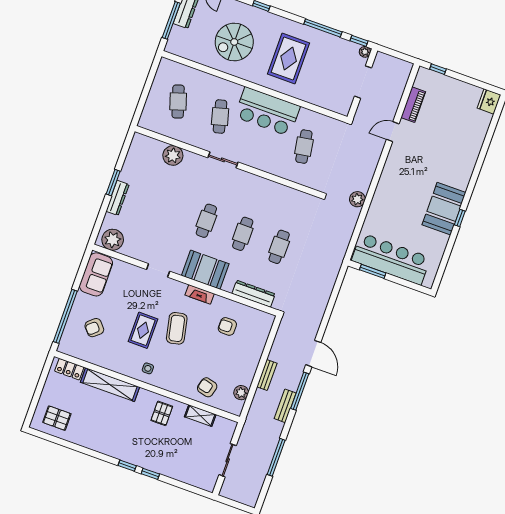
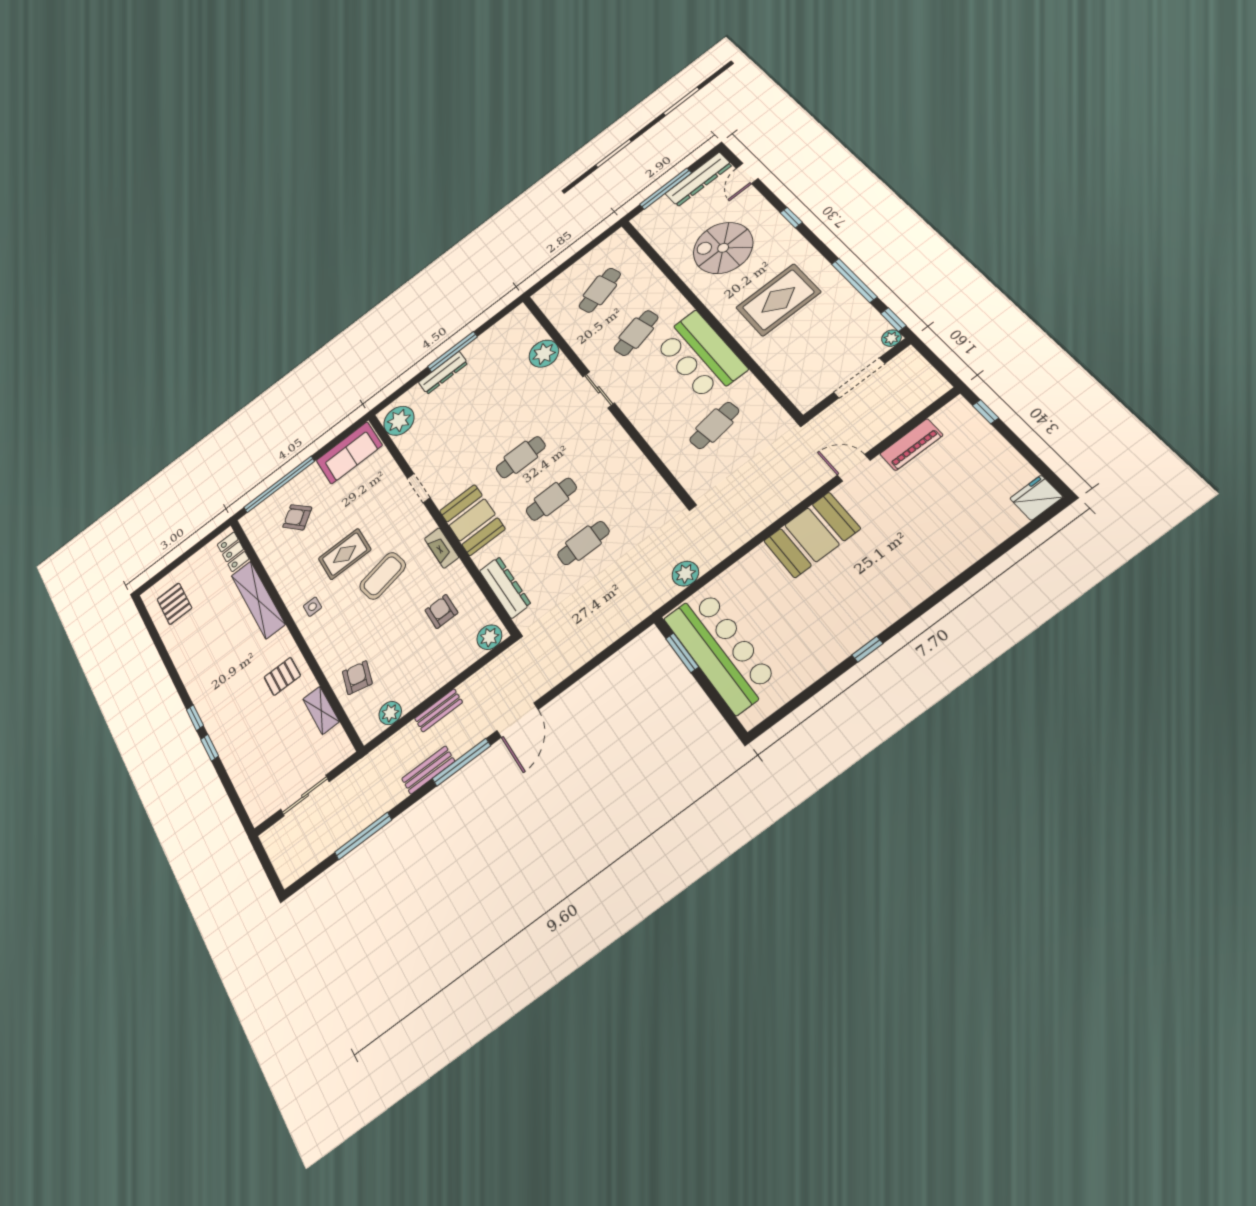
window: (113, 183) -> (452, 352), width x1.44
plant: (357, 199) -> (685, 574), moved
booth: (444, 209) -> (812, 535), moved
plant: (265, 323) -> (489, 637), added

